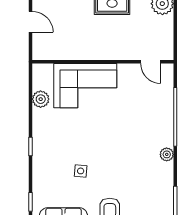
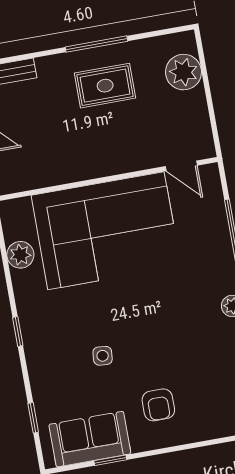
corner sofa: (85, 86) -> (106, 231), width x1.36, depth x1.36

